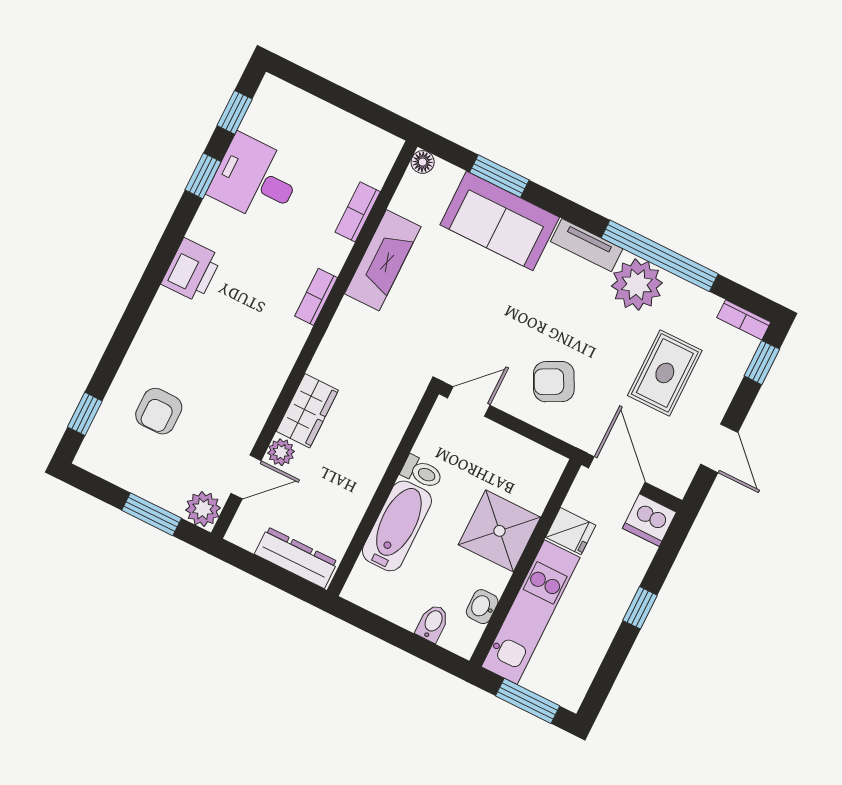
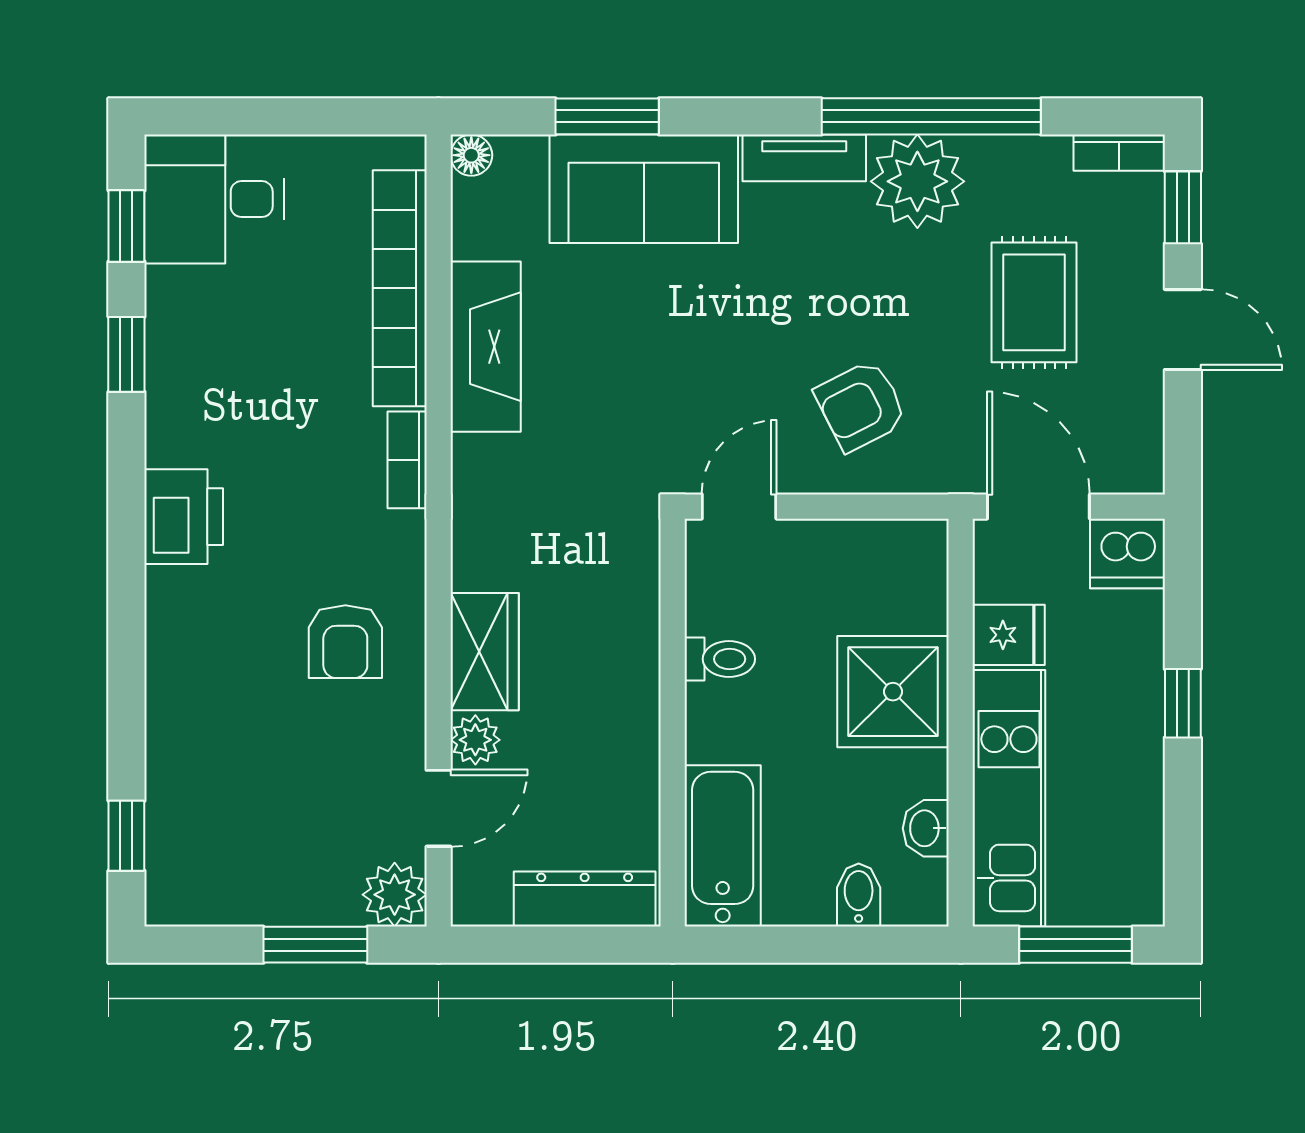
desk: (255, 179) -> (214, 199), moved
bookcase: (358, 212) -> (400, 288), width x2.31, depth x1.31
armchair: (159, 411) -> (345, 642), moved
door: (719, 448) -> (1183, 330), moved
bathtub: (397, 526) -> (723, 846), moved

